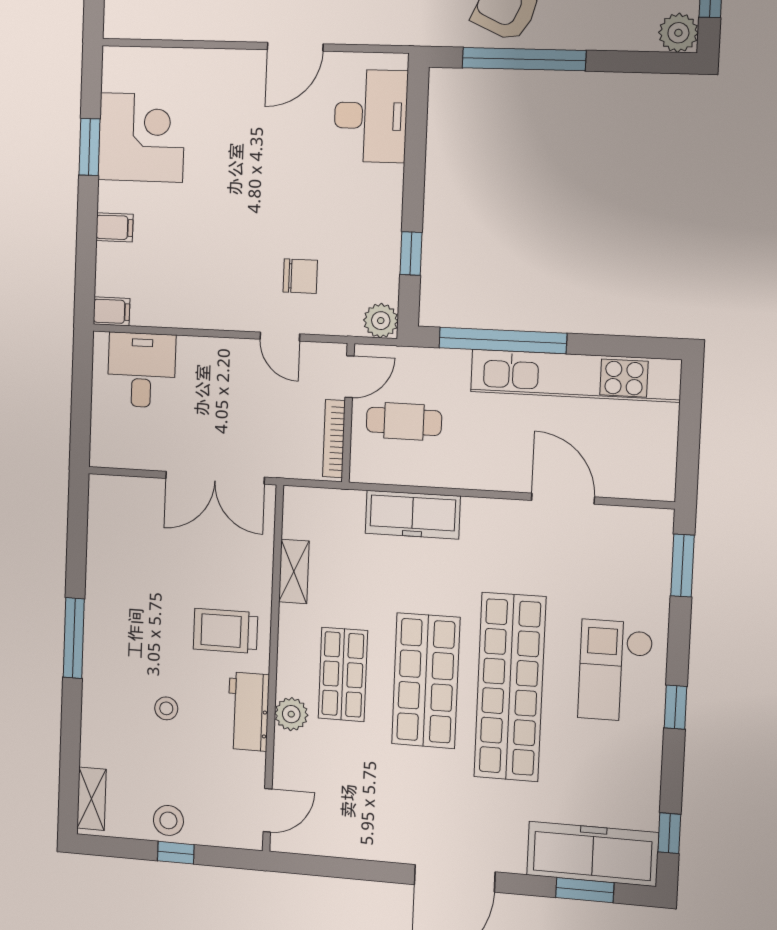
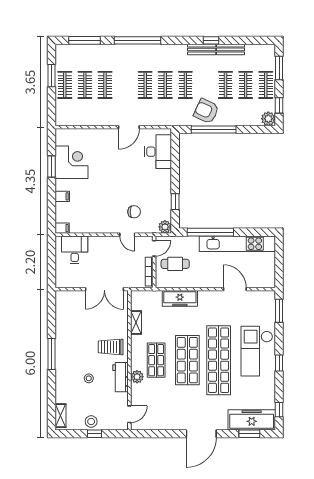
checkout: (615, 671) -> (257, 351), width x1.36, depth x1.21

